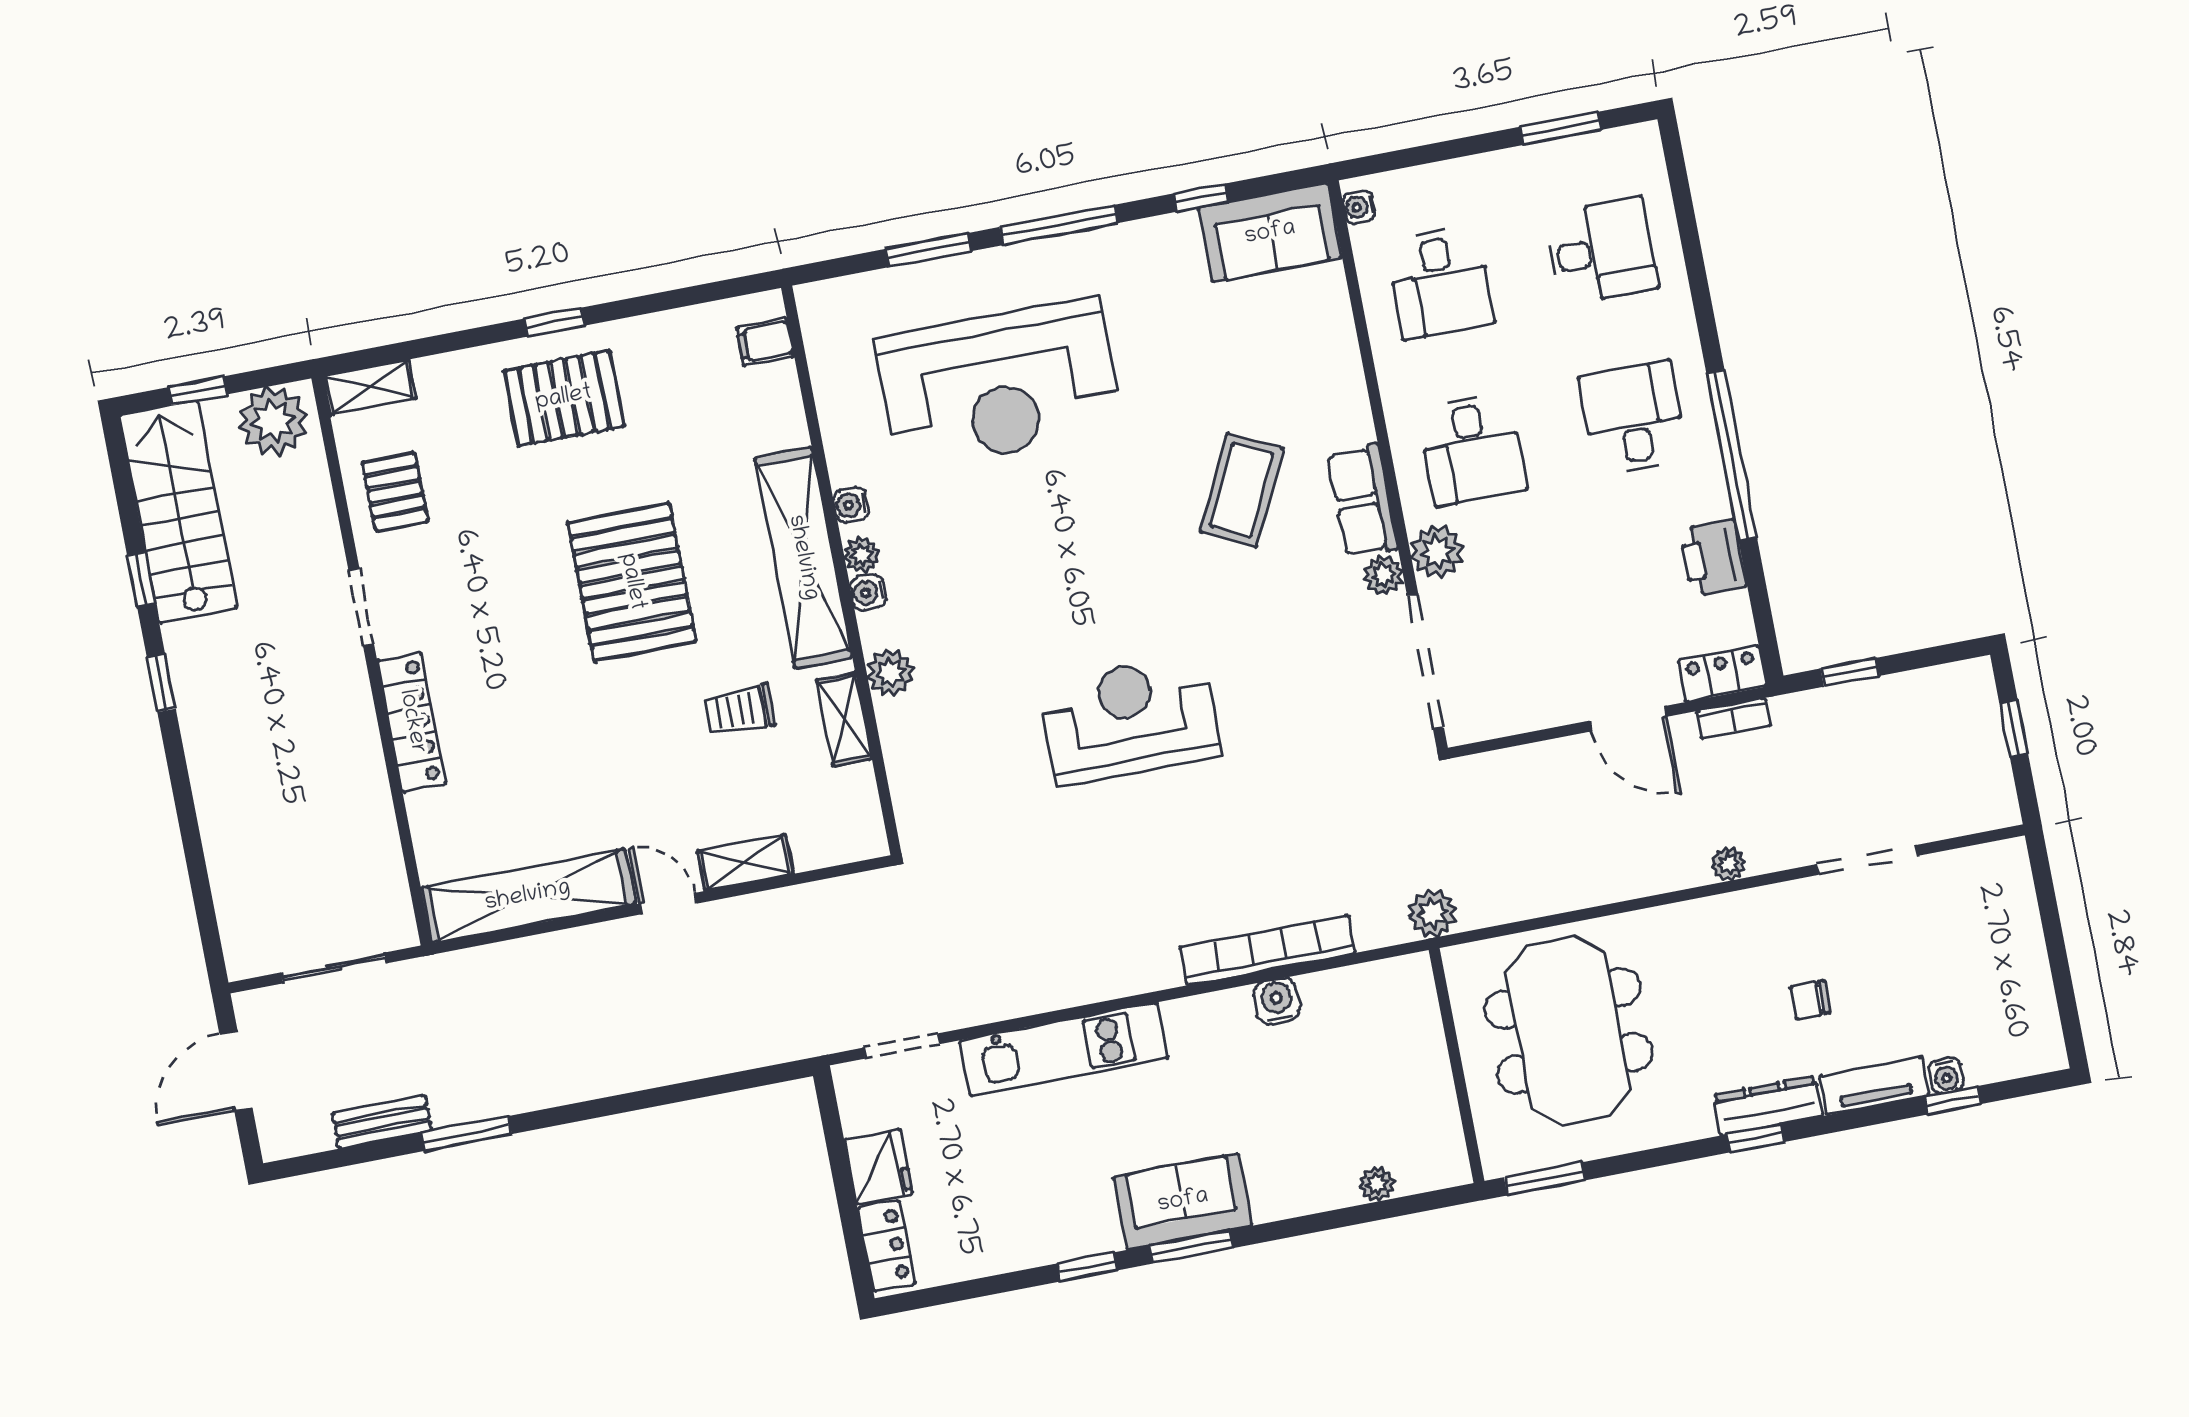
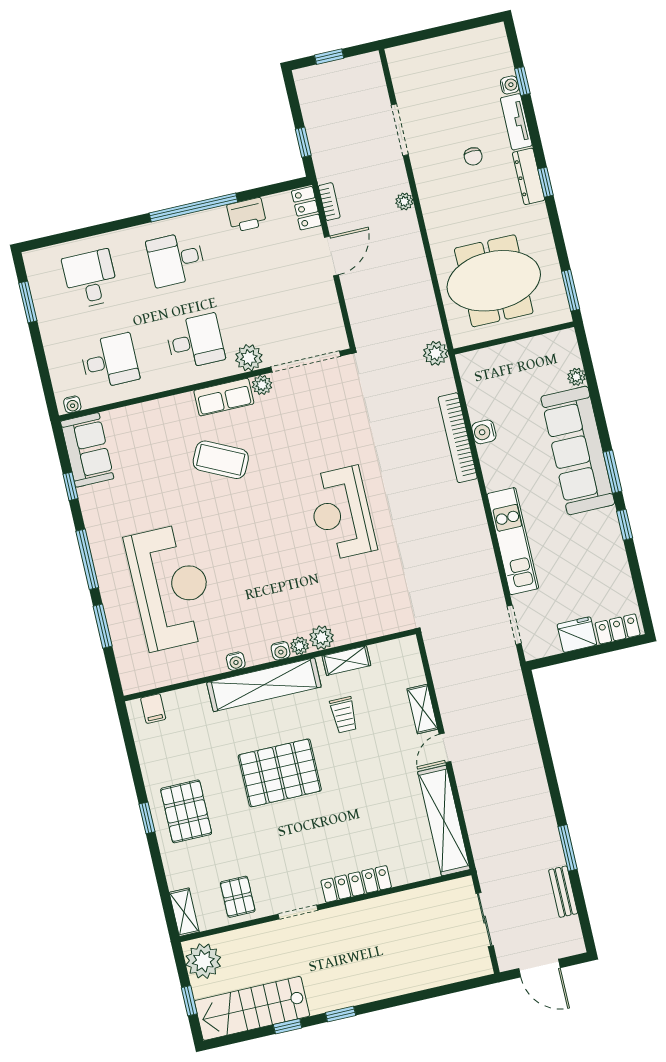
pallet: (395, 492) -> (238, 897), turned 90
plant: (862, 555) -> (300, 646), moved
sofa: (1183, 1201) -> (578, 450), width x1.85, depth x1.27

